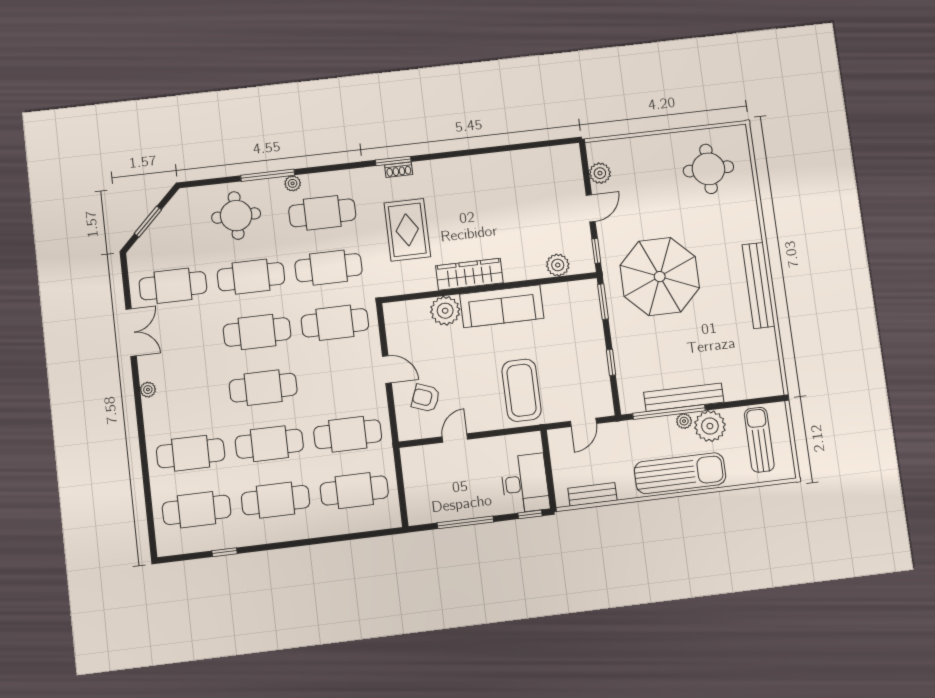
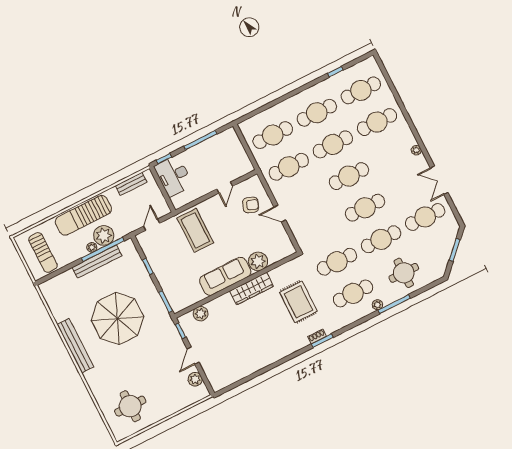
parasol: (660, 277) -> (117, 319), moved
cafe table: (335, 323) -> (321, 230), removed
plant: (710, 426) -> (104, 236), moved

